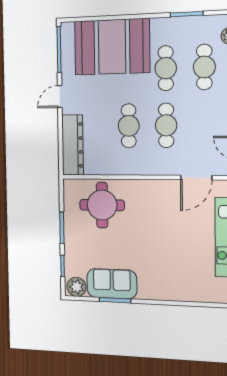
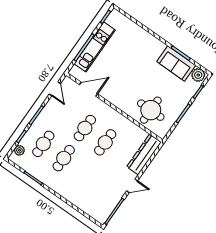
booth: (112, 47) -> (84, 191), removed

